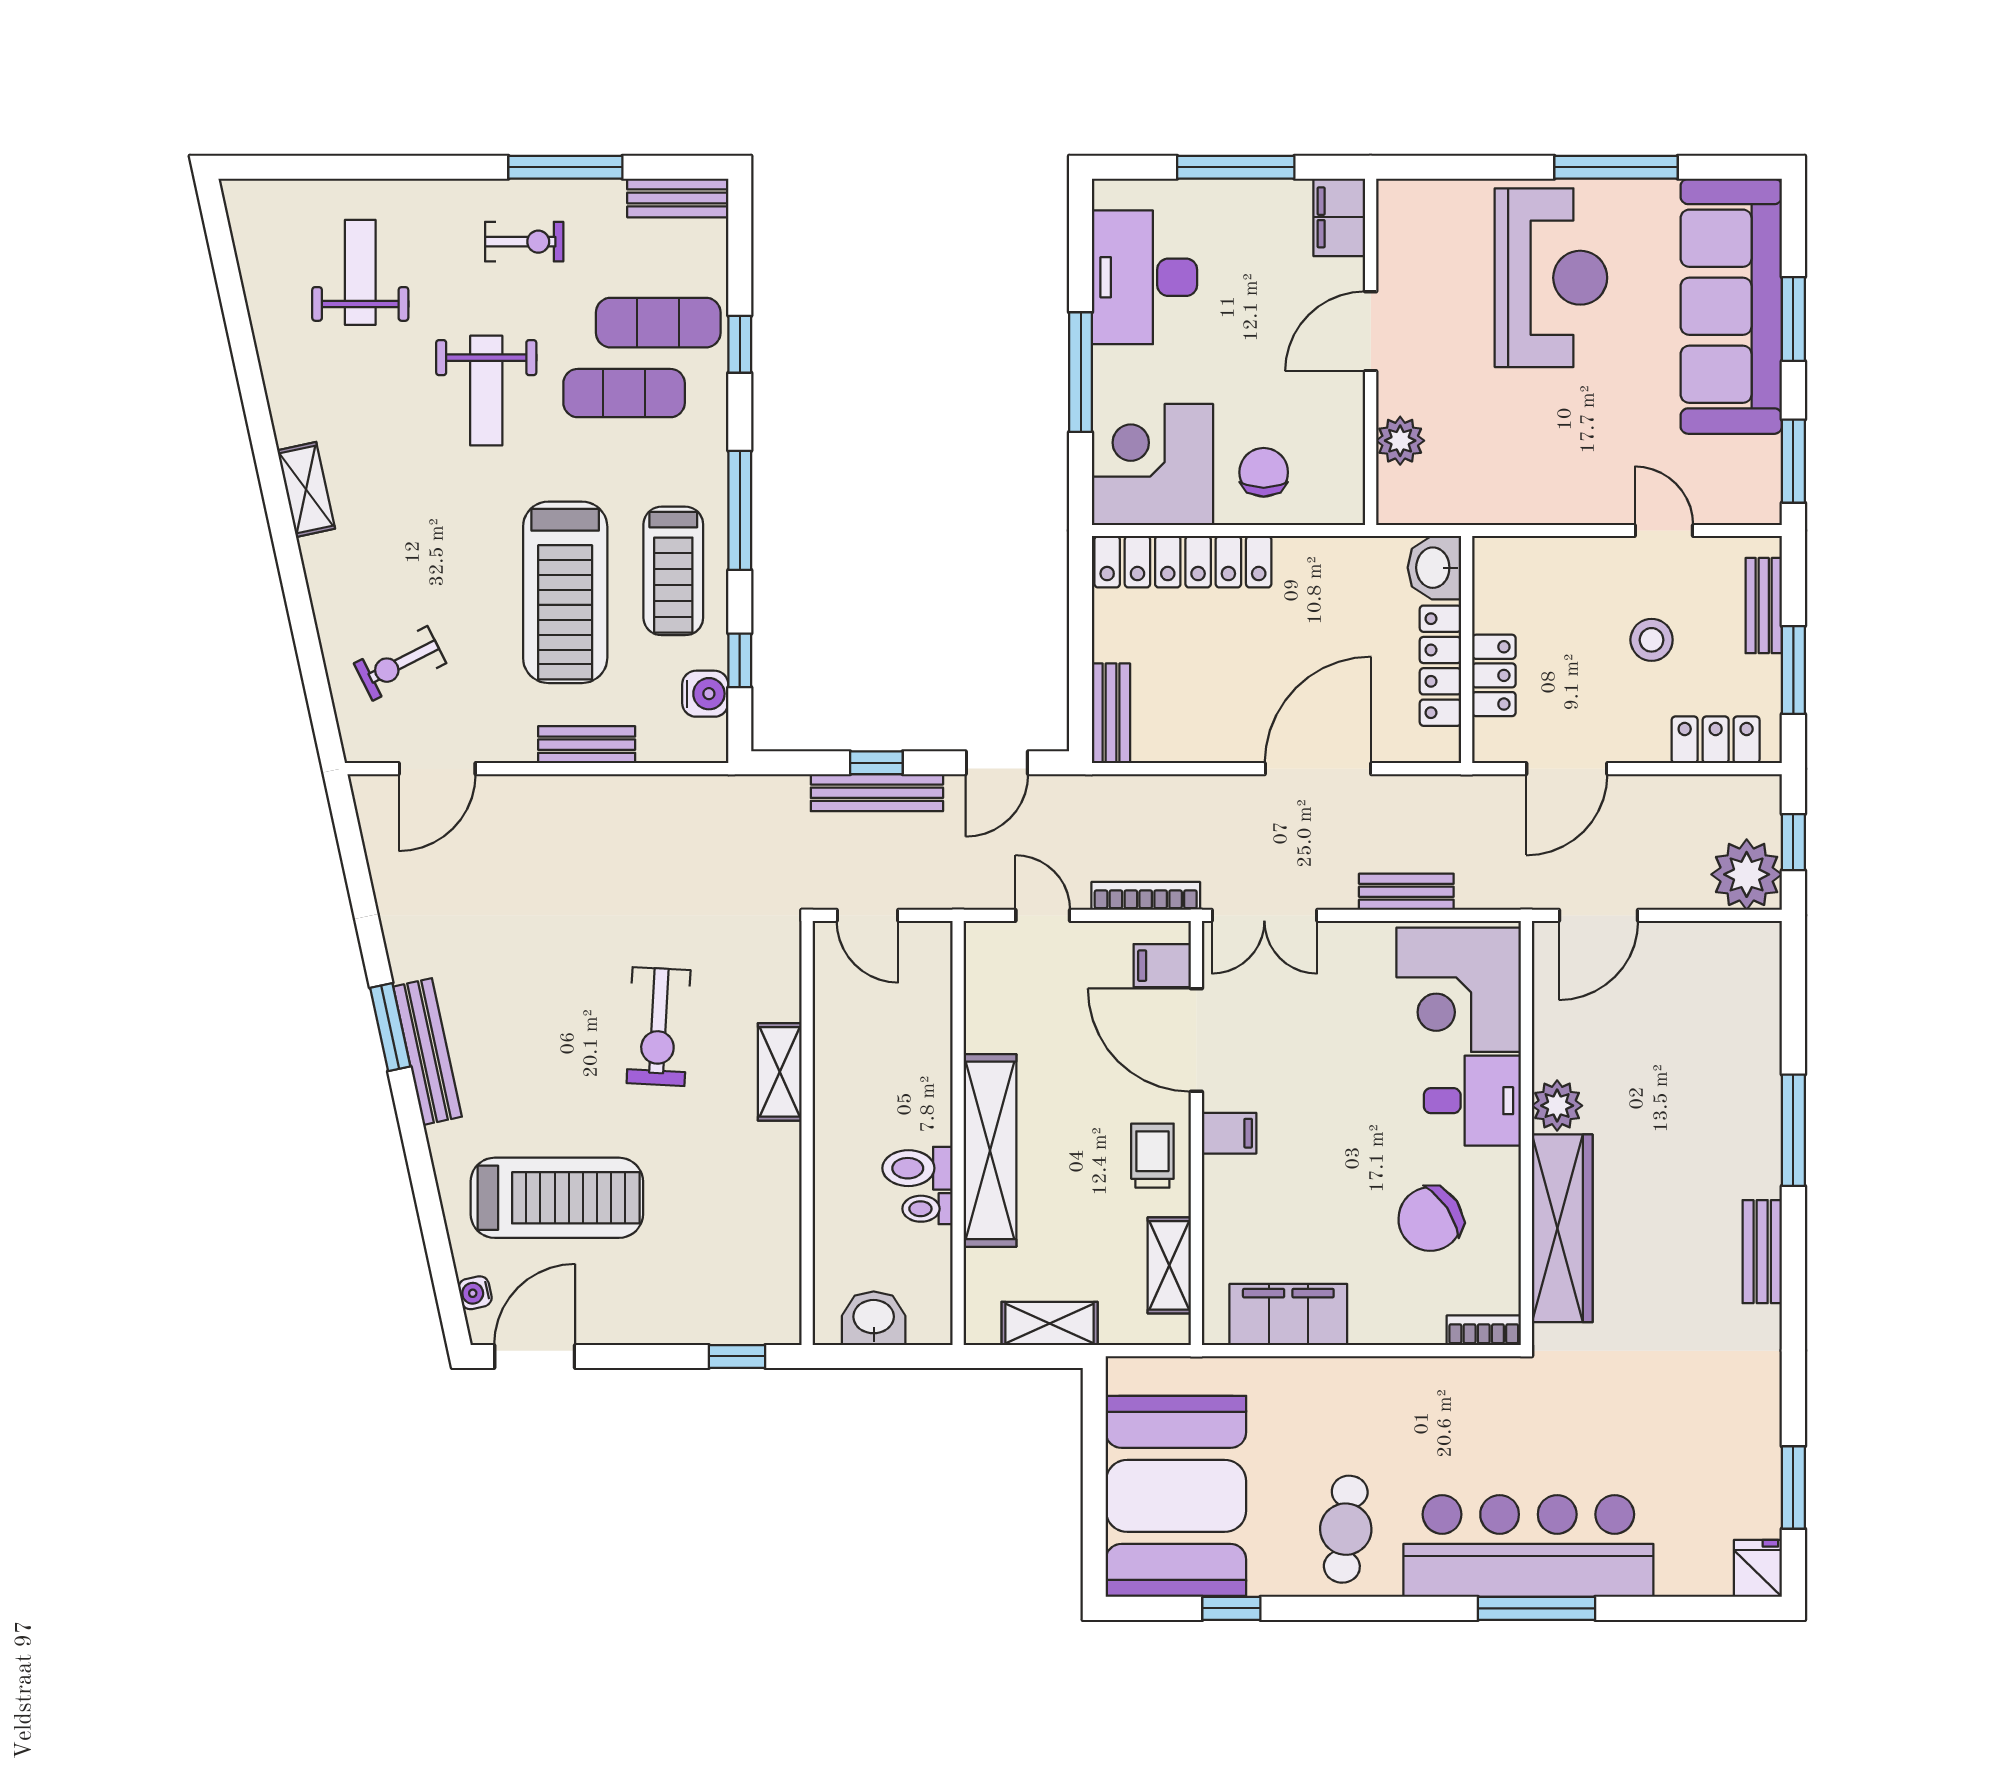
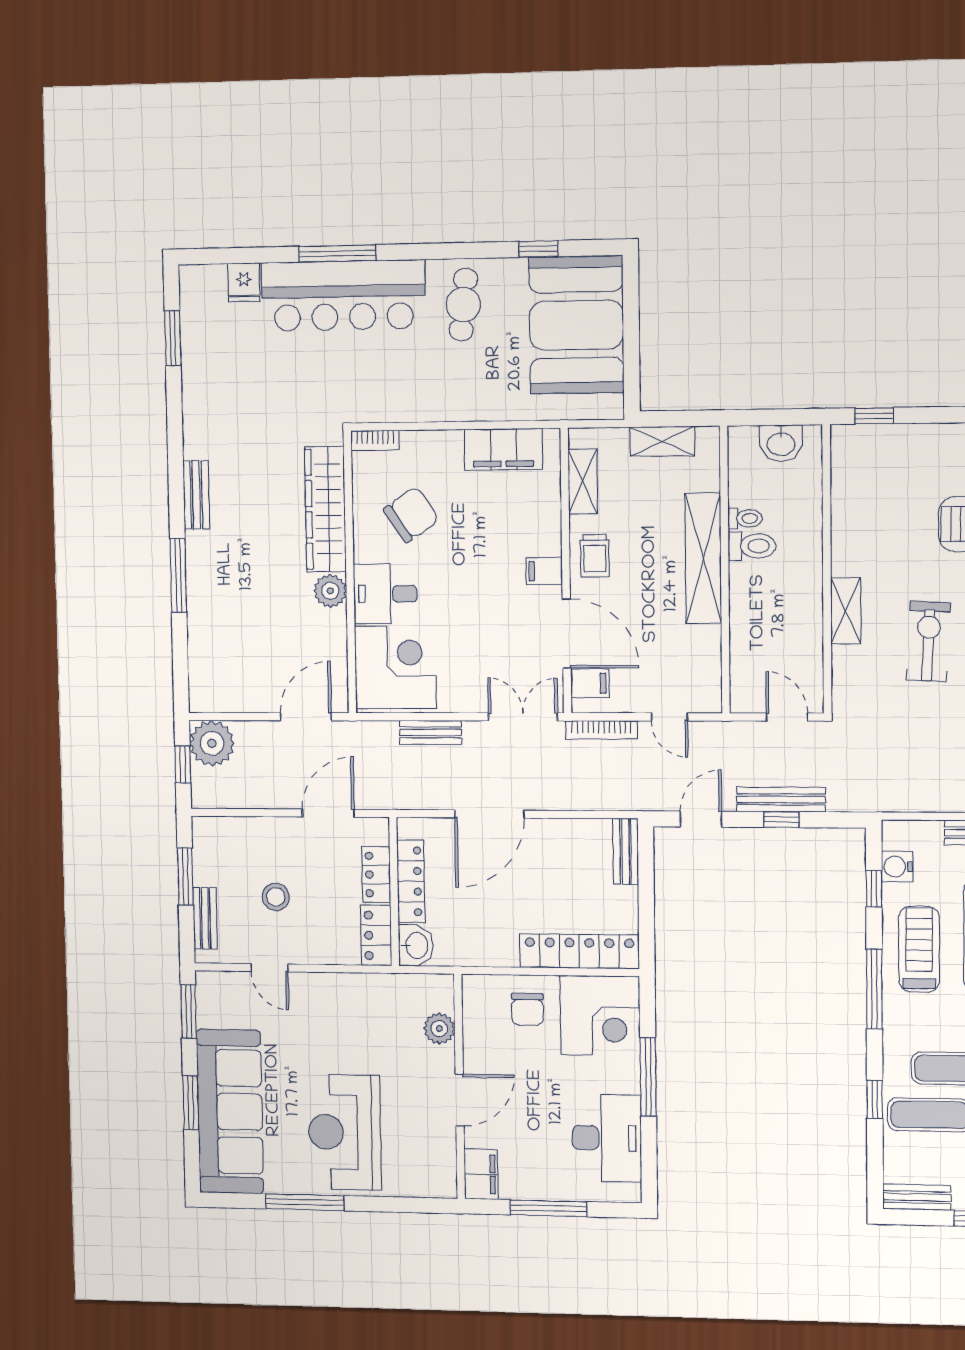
locker: (1716, 740) -> (376, 935), moved, turned 90
fridge: (1758, 1568) -> (244, 282), moved

